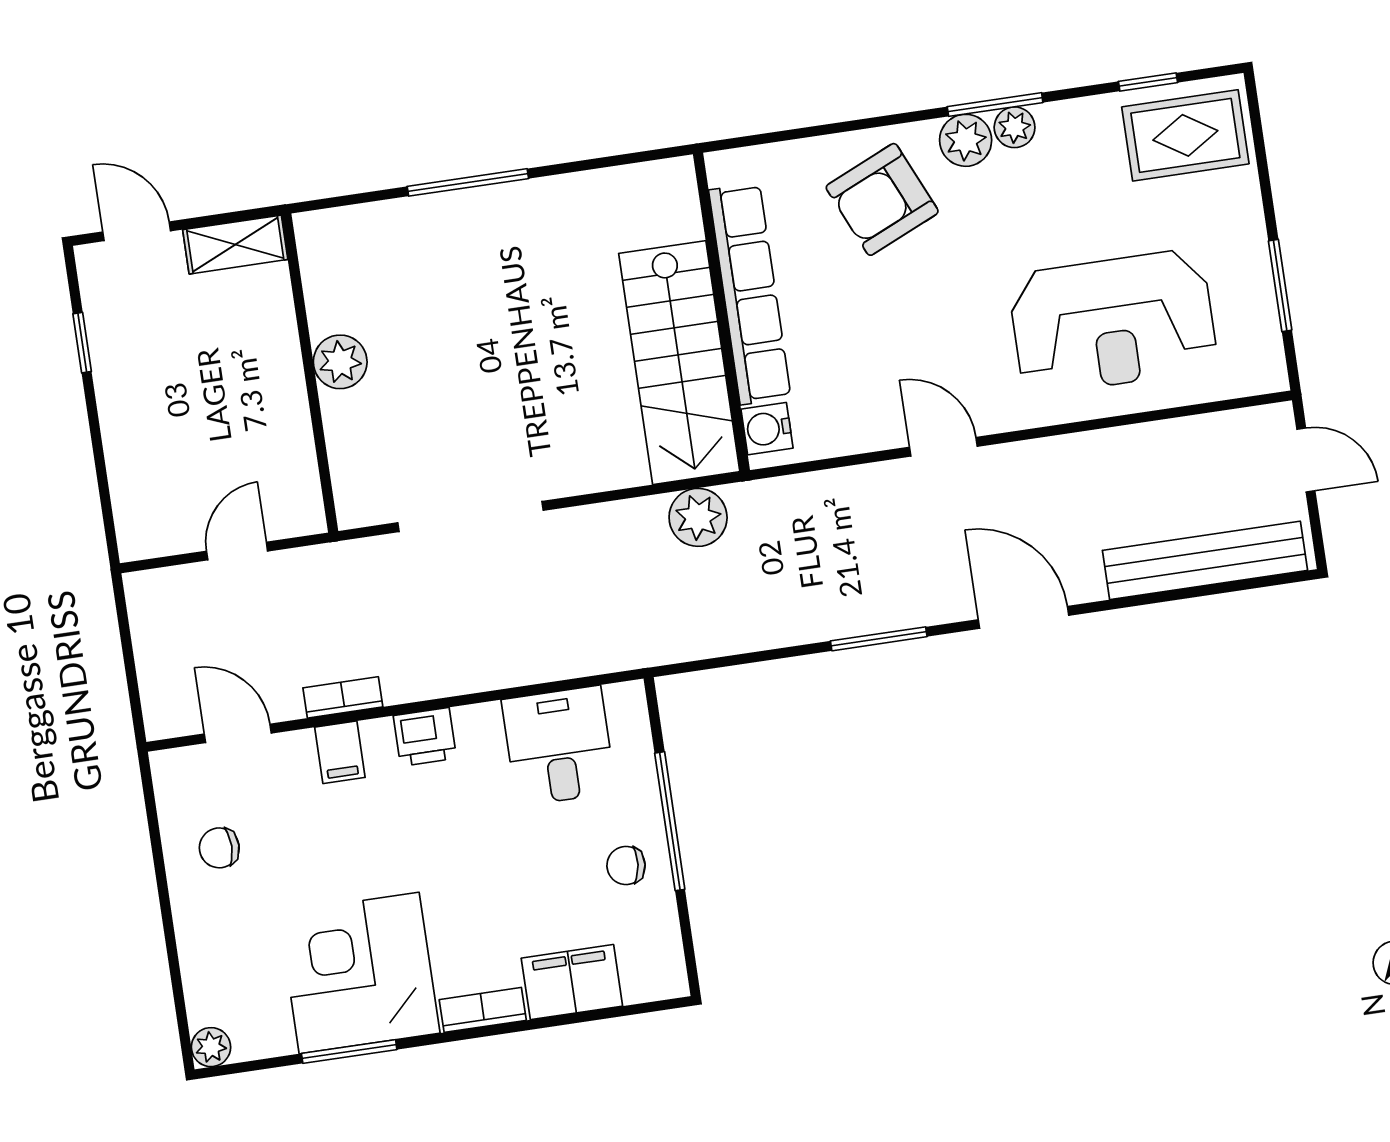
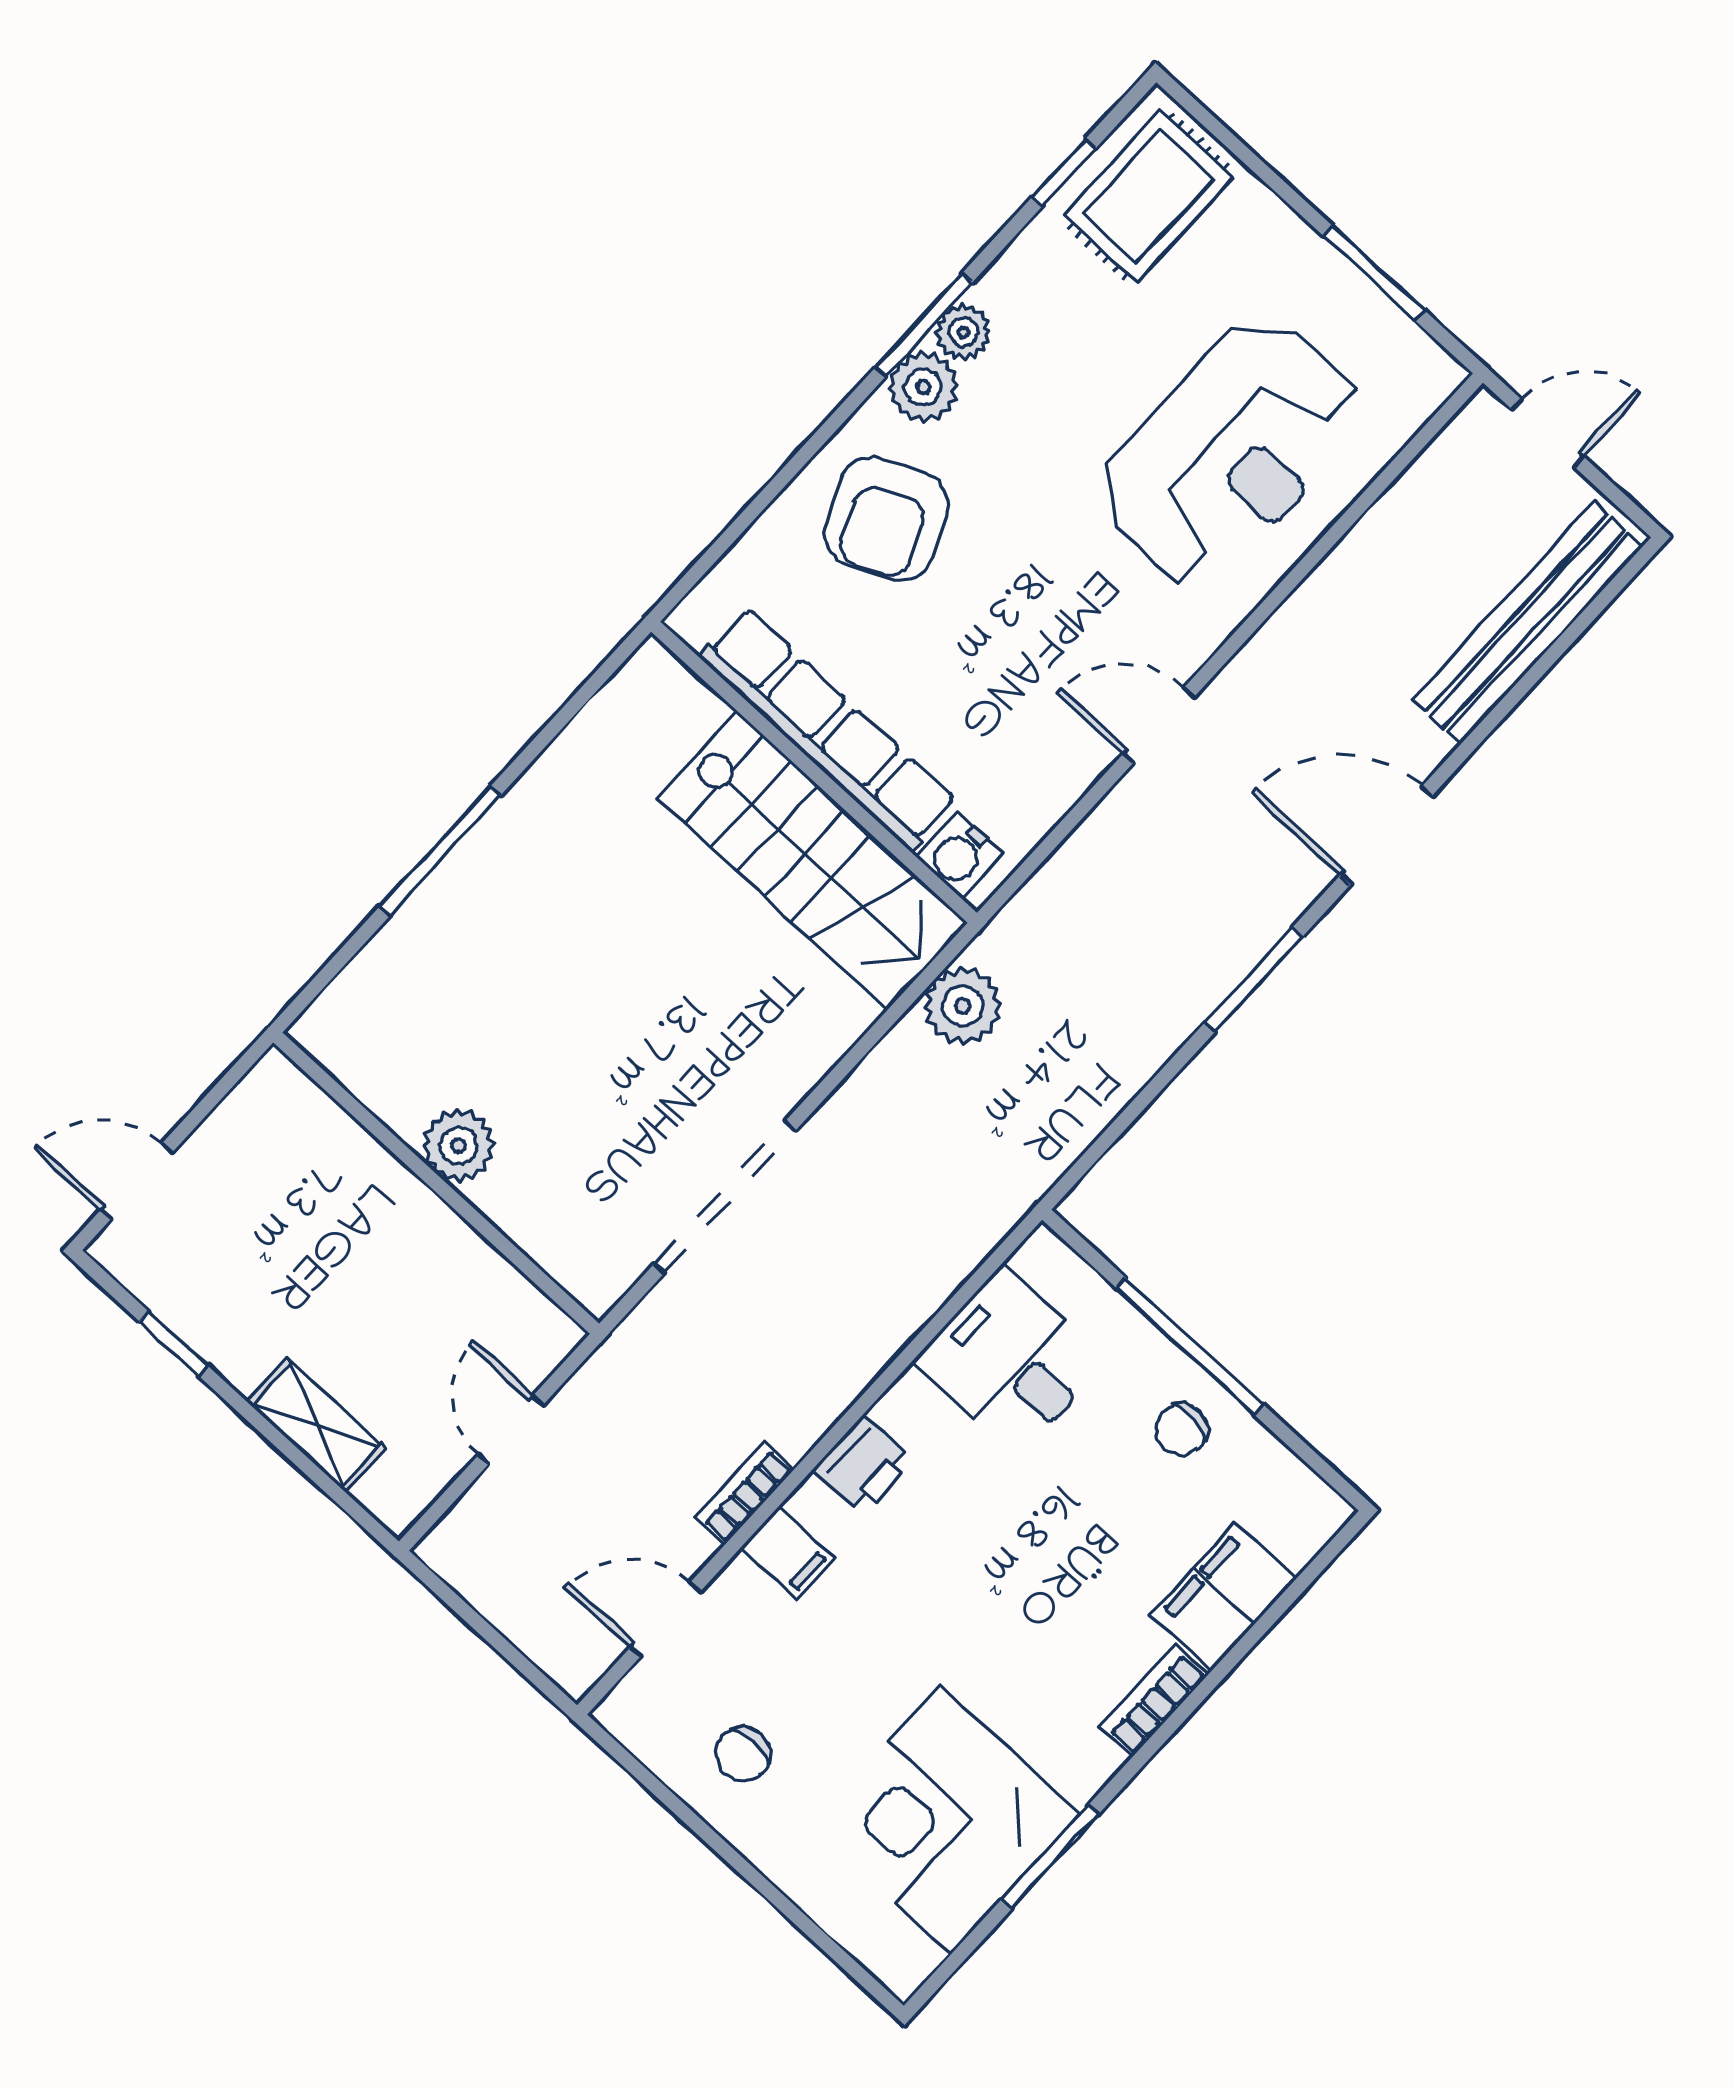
shelving: (235, 245) -> (316, 1425), moved, turned 90
corner desk: (359, 973) -> (945, 1820), moved
plant: (211, 1047) -> (902, 1969), removed

